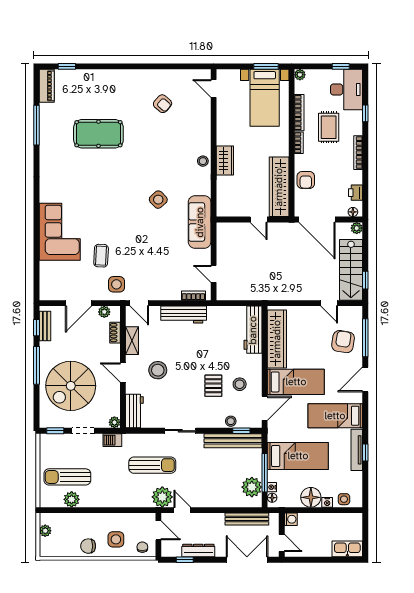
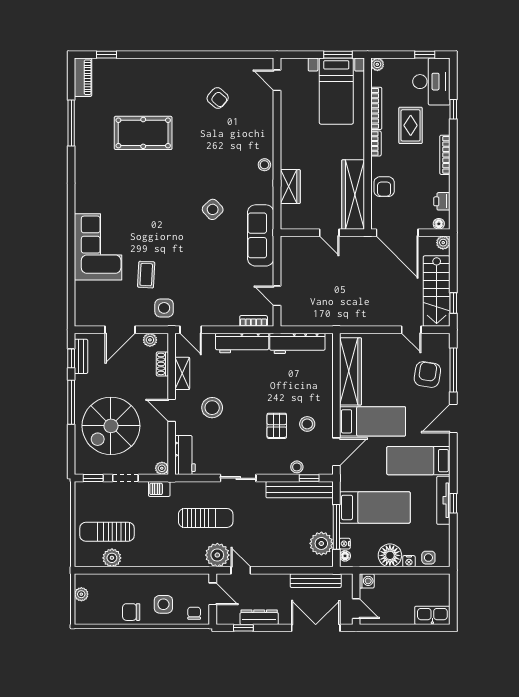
wardrobe: (225, 161) -> (290, 187), moved
workbench: (253, 330) -> (297, 343), moved, turned -90

